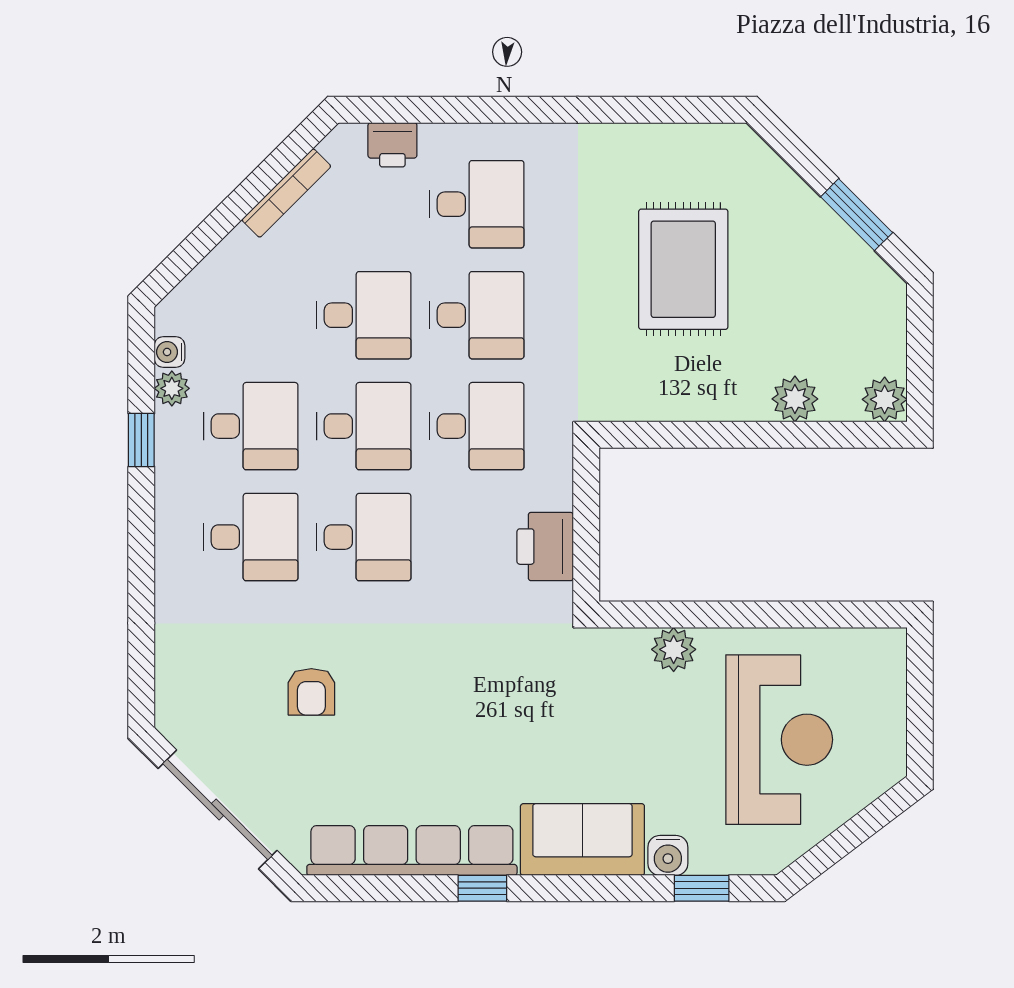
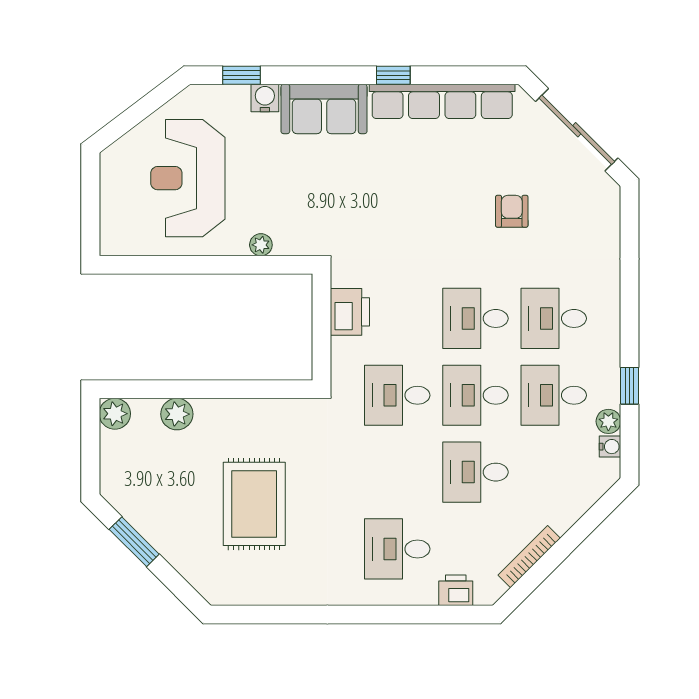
desk: (477, 315) -> (397, 472), removed
plant: (674, 649) -> (261, 245), width x0.73, depth x0.73

